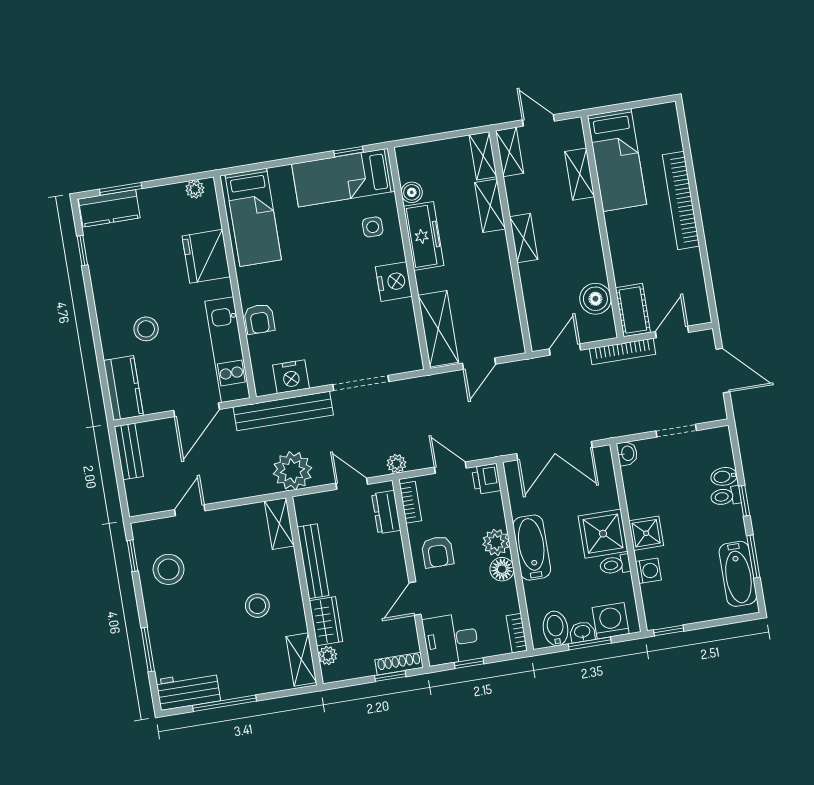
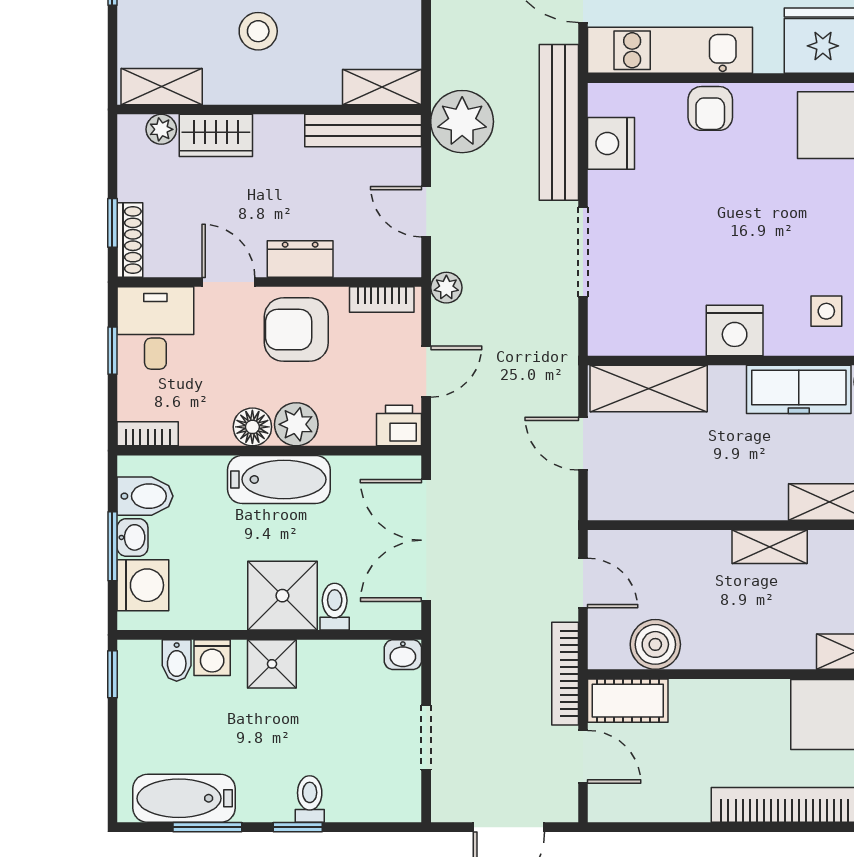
armchair: (259, 319) -> (710, 108), turned -90
bidet: (724, 476) -> (177, 661), moved, turned 180
door: (352, 484) -> (426, 212), swing flipped
dresser: (386, 512) -> (300, 259), moved
armchair: (437, 552) -> (296, 330), width x1.38, depth x1.38
bench: (313, 561) -> (363, 131), moved
toilet: (615, 565) -> (335, 607), moved

